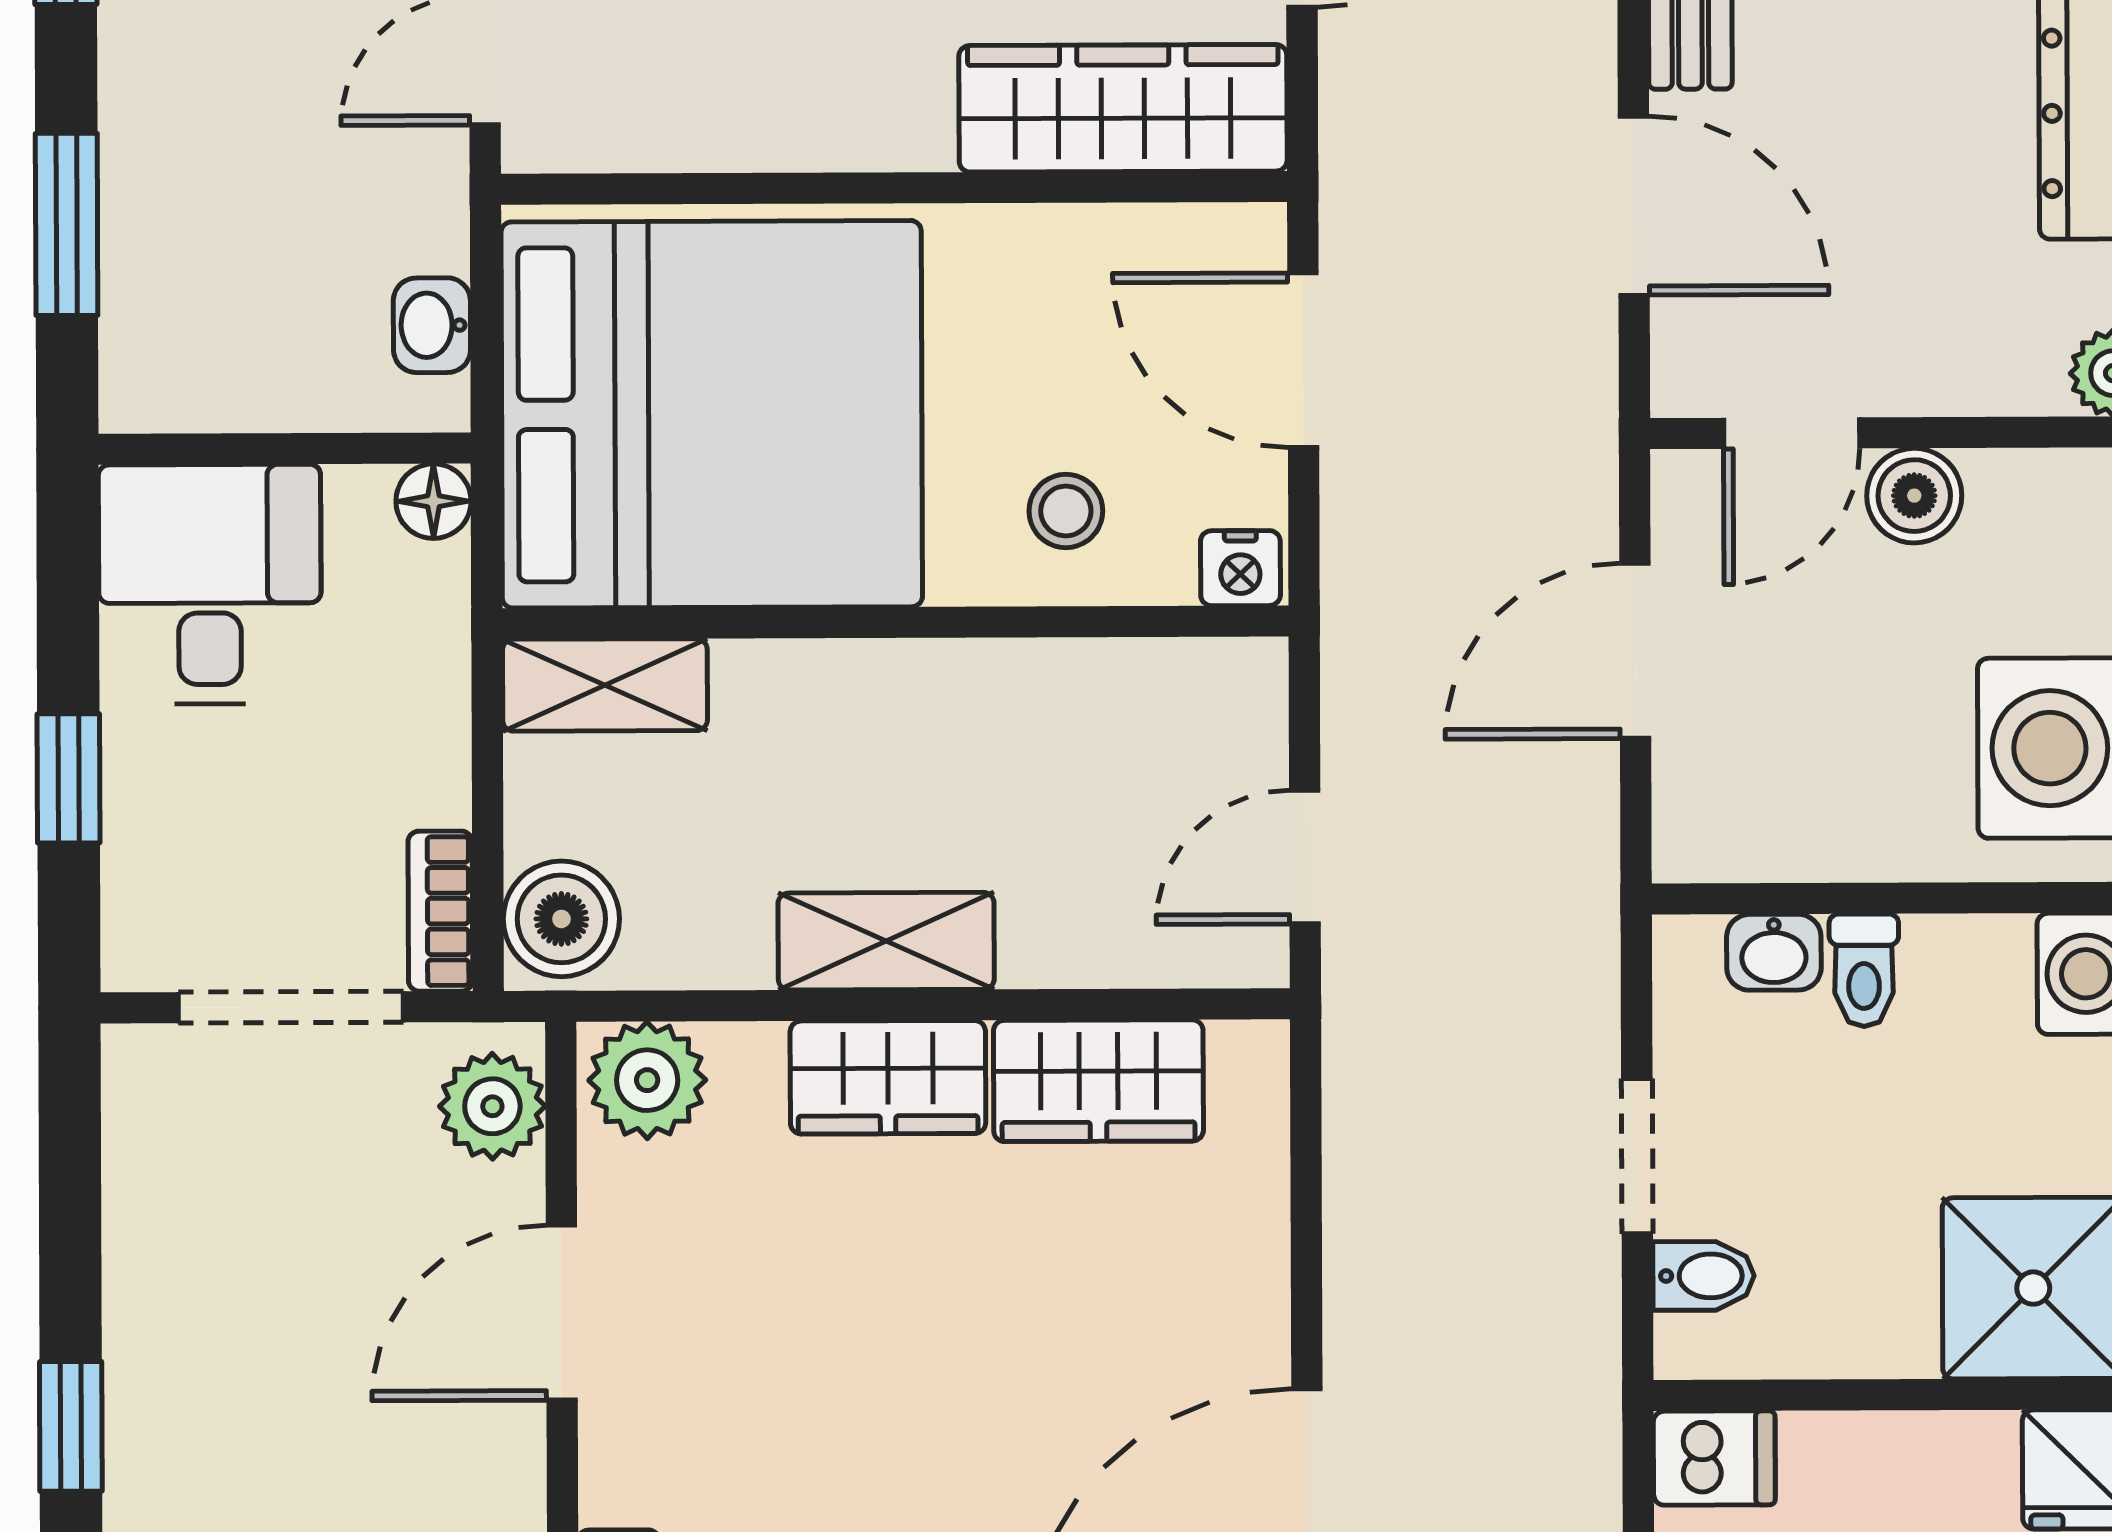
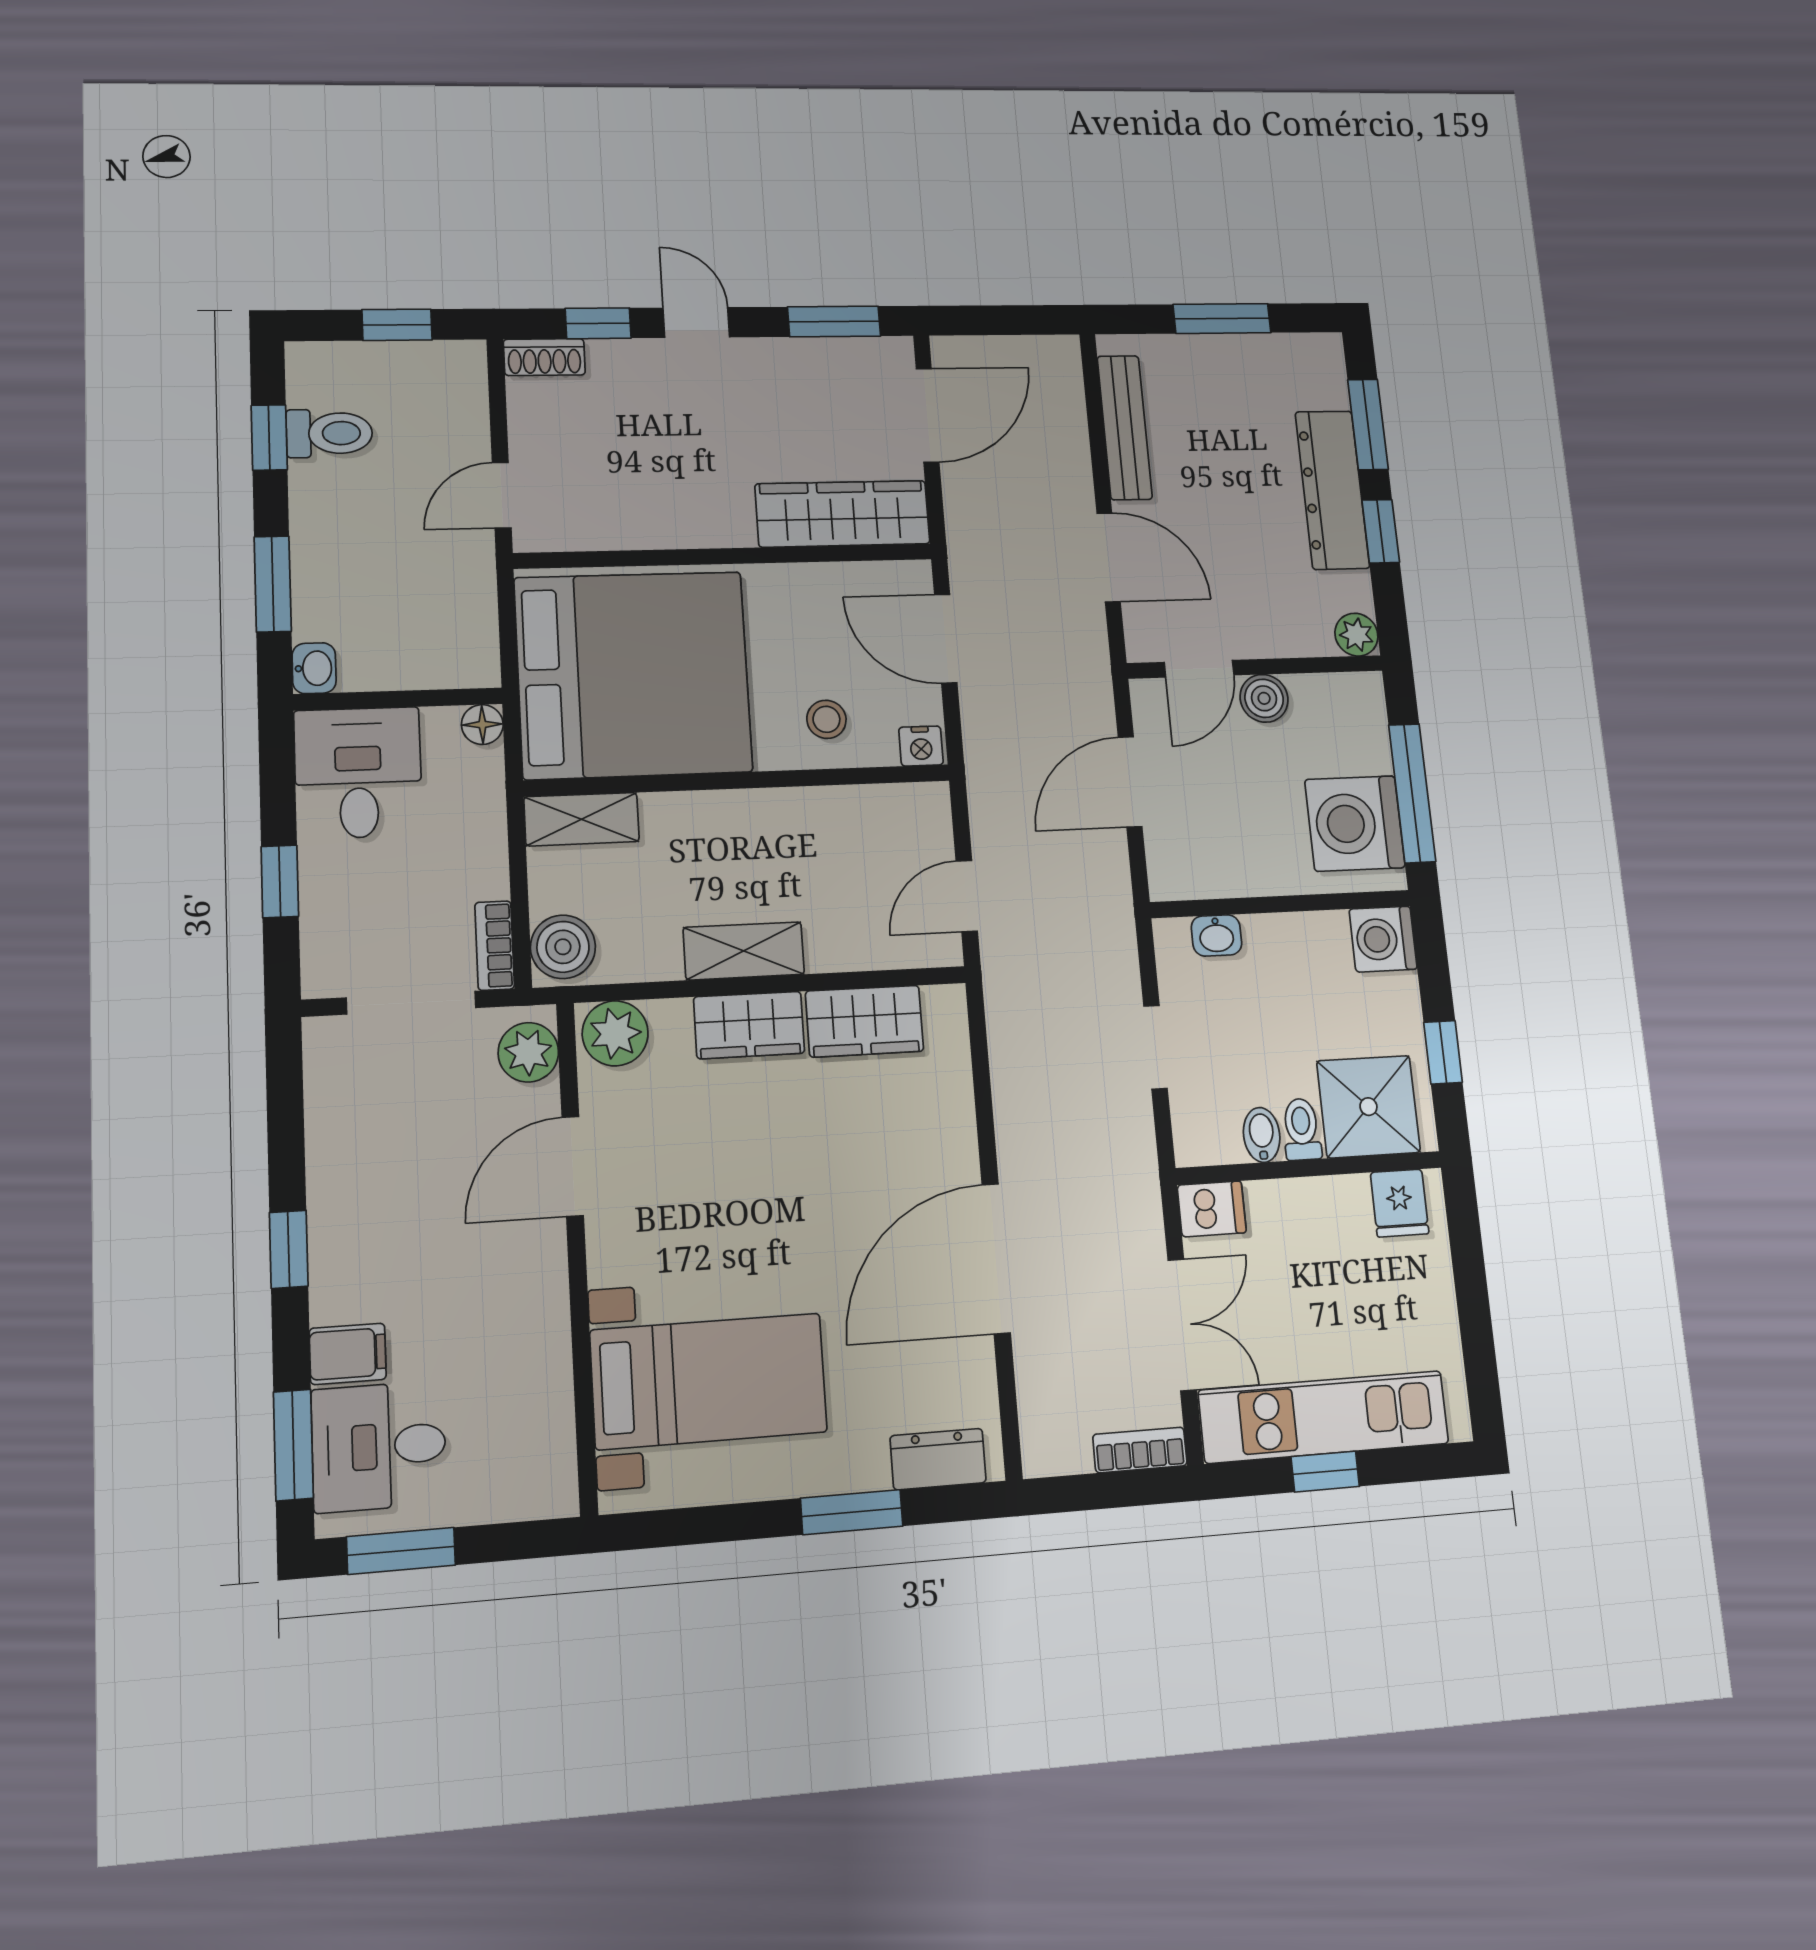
washbasin: (432, 325) -> (314, 668), moved, turned 180
toilet: (1864, 970) -> (1302, 1129), moved, turned 180
bidet: (1704, 1276) -> (1262, 1135), moved, turned -90

